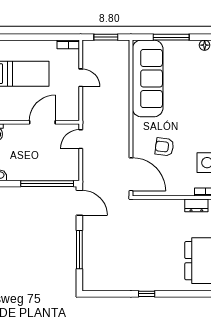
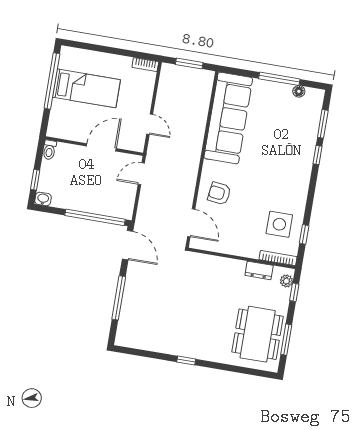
window: (171, 37) -> (279, 79), moved
door: (81, 78) -> (150, 124), moved
armchair: (164, 147) -> (219, 193), moved
door: (131, 174) -> (191, 223), width x0.73

